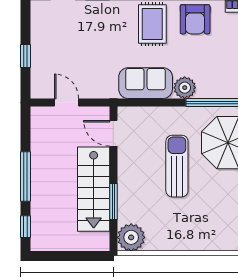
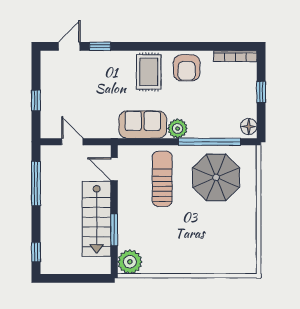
sun lounger: (177, 166) -> (162, 179), moved
window: (26, 176) -> (36, 183), moved

